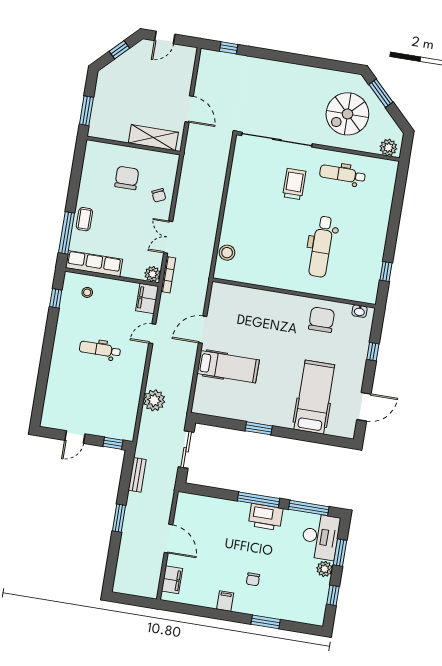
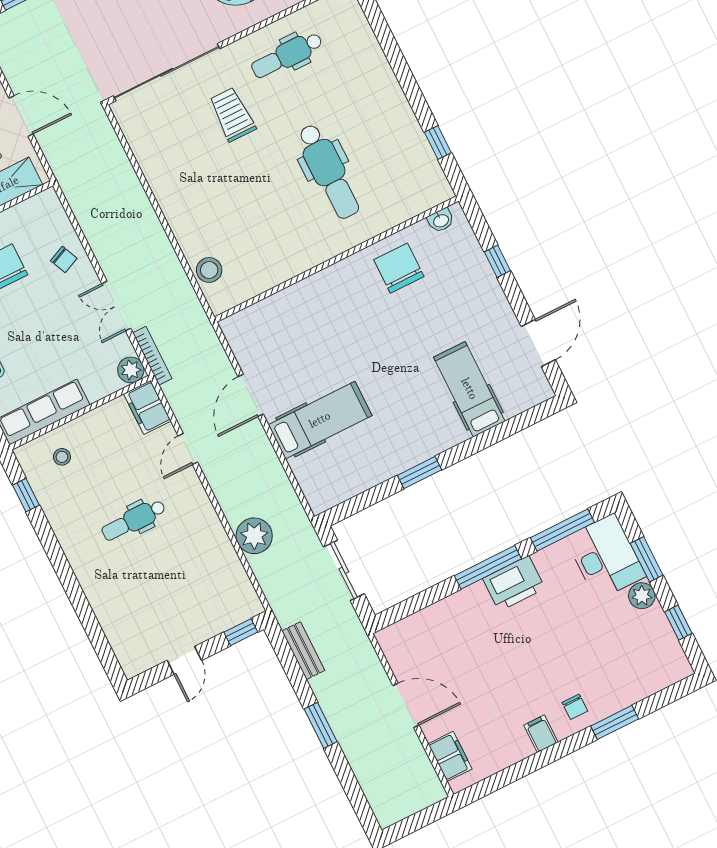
hospital bed: (314, 397) -> (469, 389), width x0.73, depth x0.78
chair: (253, 579) -> (575, 707), moved

